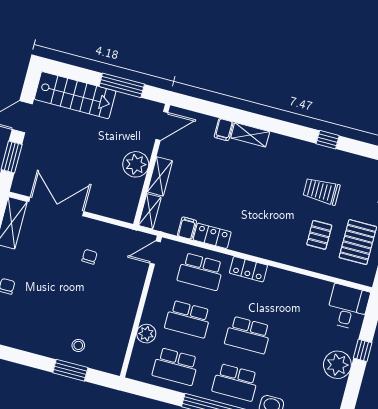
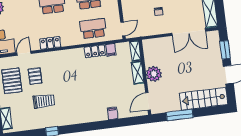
shelving: (250, 135) -> (97, 116), removed
locker: (248, 269) -> (50, 43), moved
door: (322, 277) -> (24, 53), added

